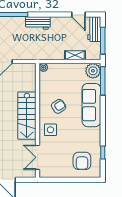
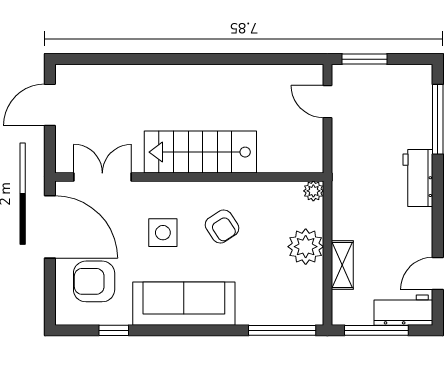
plant: (93, 71) -> (306, 247), moved
sofa: (91, 105) -> (184, 304), moved
side table: (50, 130) -> (163, 233), moved
door: (59, 180) -> (50, 227), added

